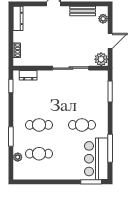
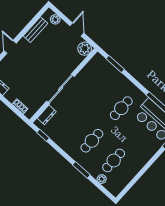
sliding door: (71, 68) -> (61, 89), moved

